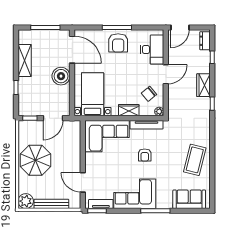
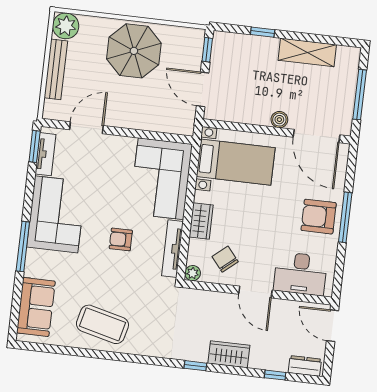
door: (72, 50) -> (317, 136), hinge flipped
boiler: (61, 76) -> (279, 120), width x0.54, depth x0.54

